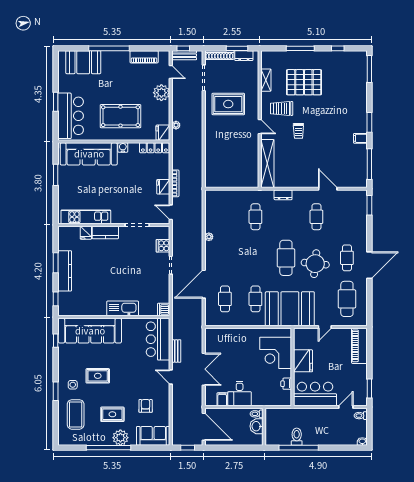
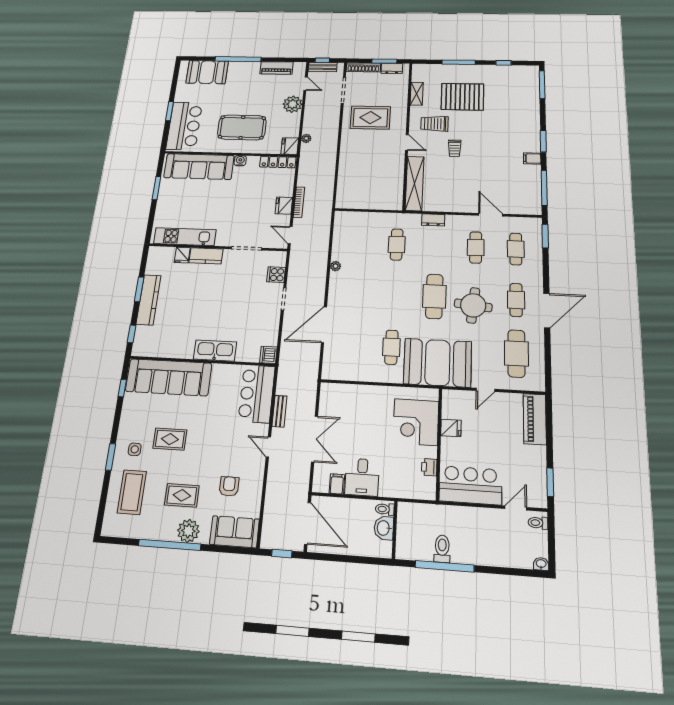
cafe table: (225, 299) -> (516, 249), moved
fridge: (303, 361) -> (451, 428), width x0.53, depth x0.75

